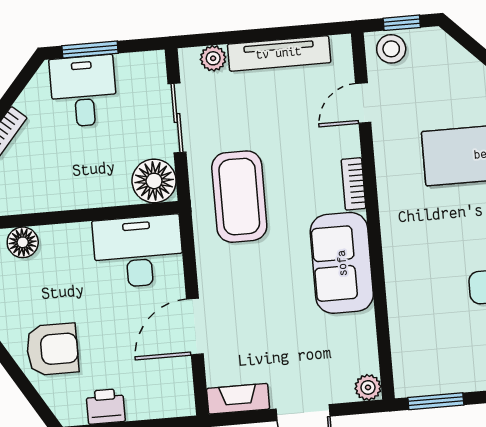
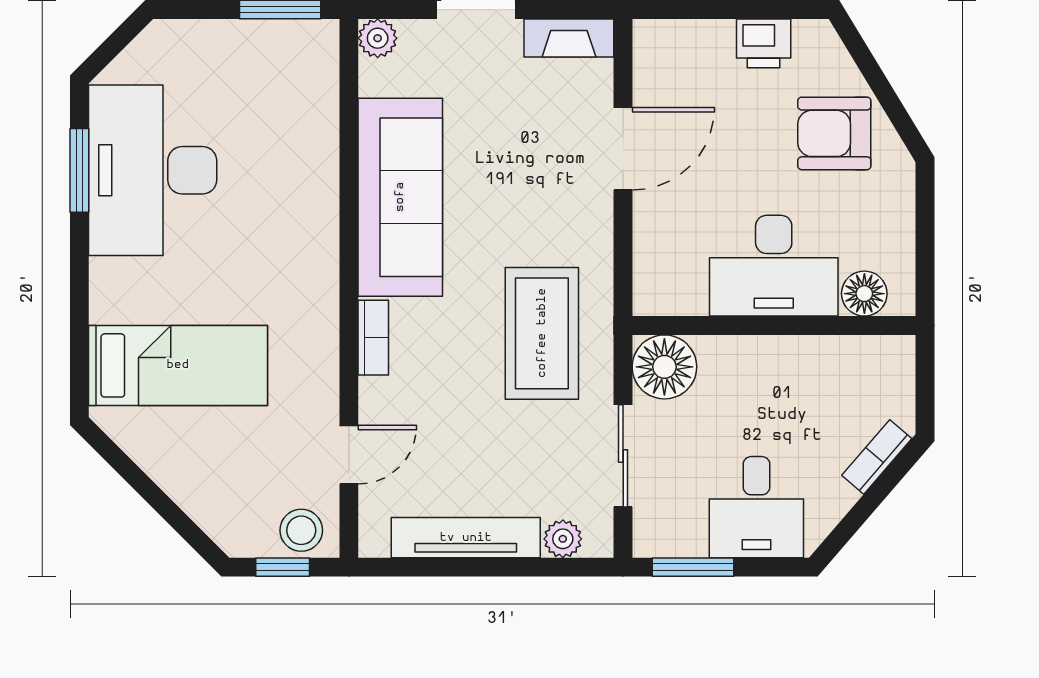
window: (90, 50) -> (693, 567), moved
desk: (138, 252) -> (774, 266), moved
sofa: (342, 263) -> (400, 197), width x1.36

